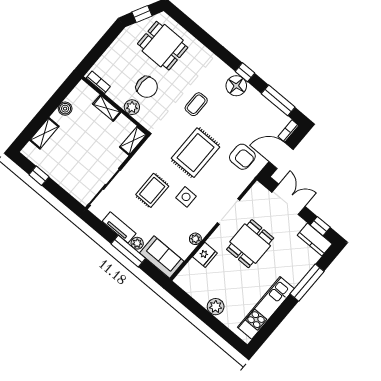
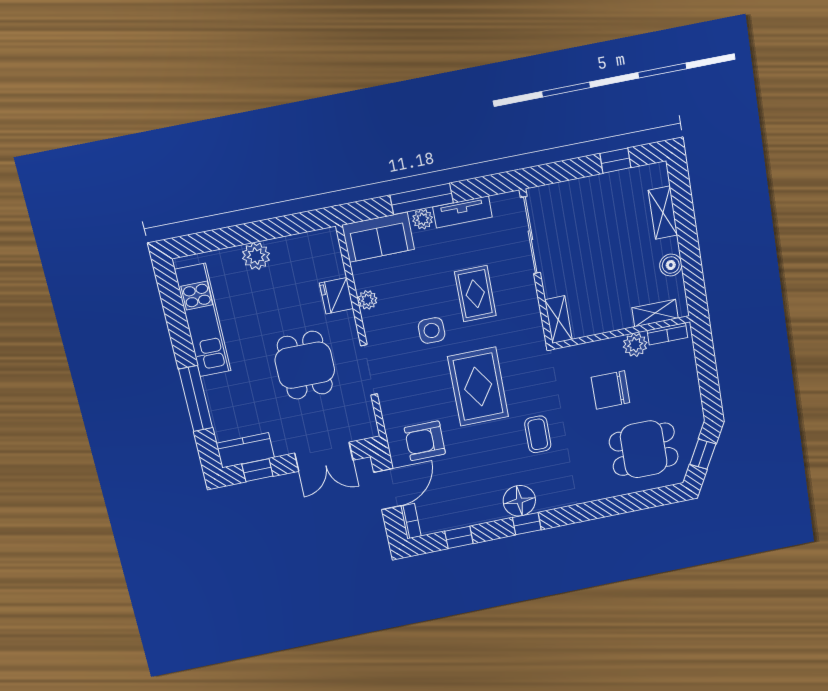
window: (278, 100) -> (459, 537), width x0.46
plant: (132, 107) -> (635, 345), moved
shelving: (107, 108) -> (655, 313), moved

